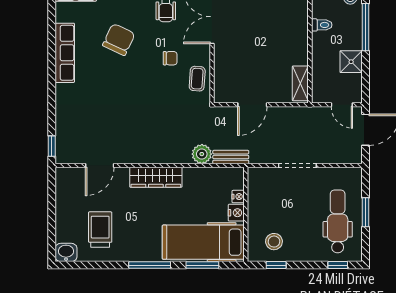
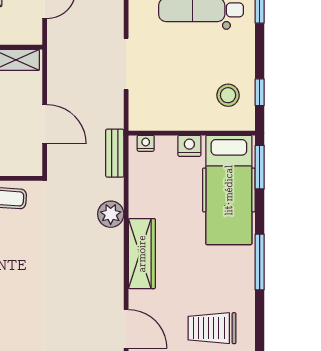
plant: (202, 154) -> (111, 214), moved
nightstand: (238, 197) -> (146, 143), moved
window: (202, 265) -> (260, 167), moved

